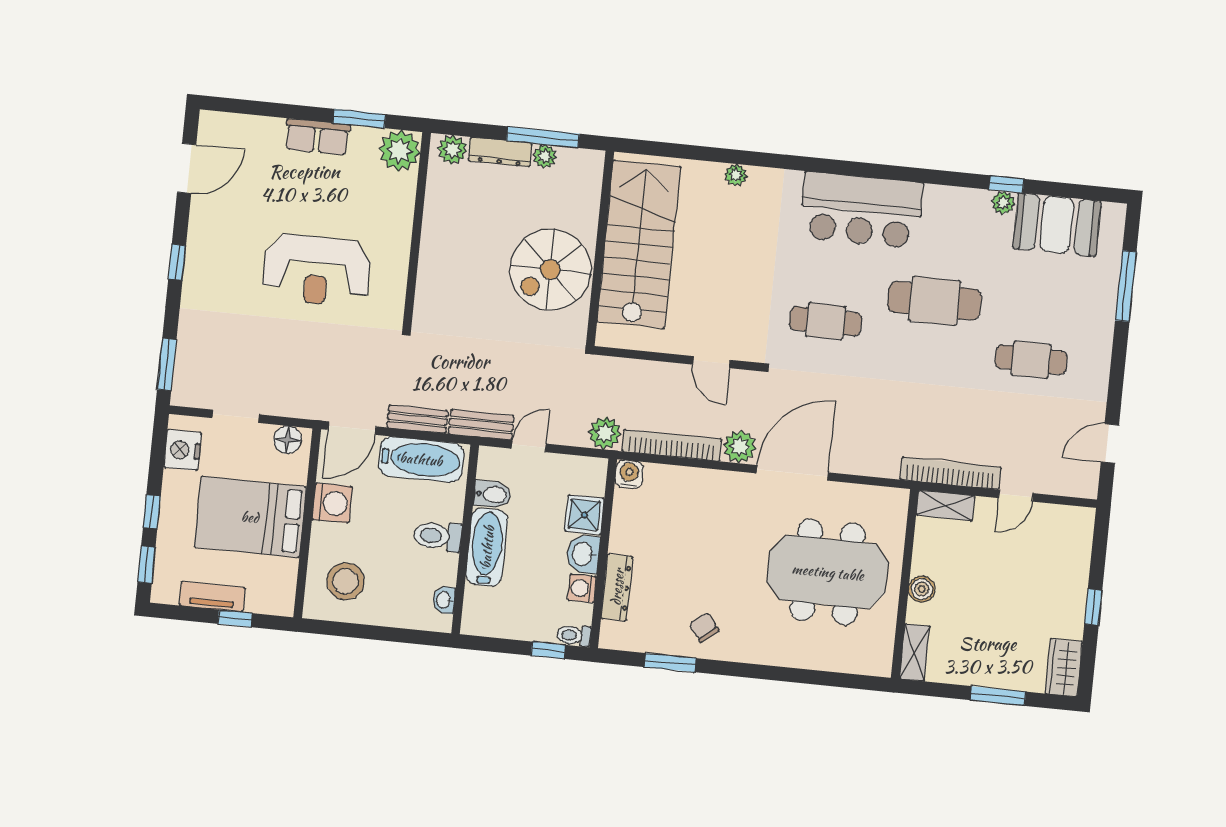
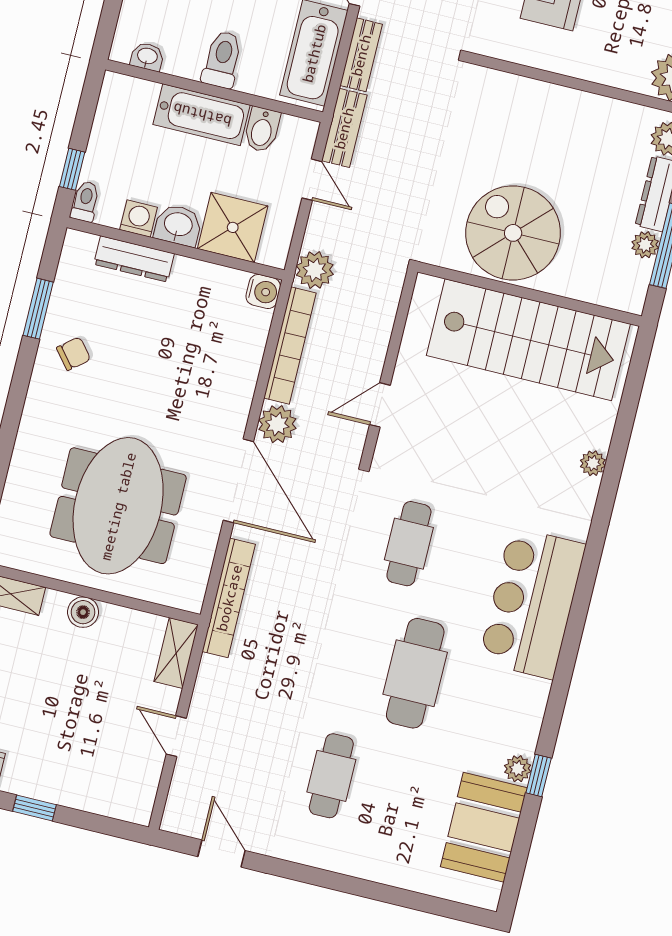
window: (1126, 286) -> (401, 897), removed
bookcase: (951, 473) -> (229, 598), moved
shower: (584, 515) -> (233, 227), width x1.36, depth x1.36

